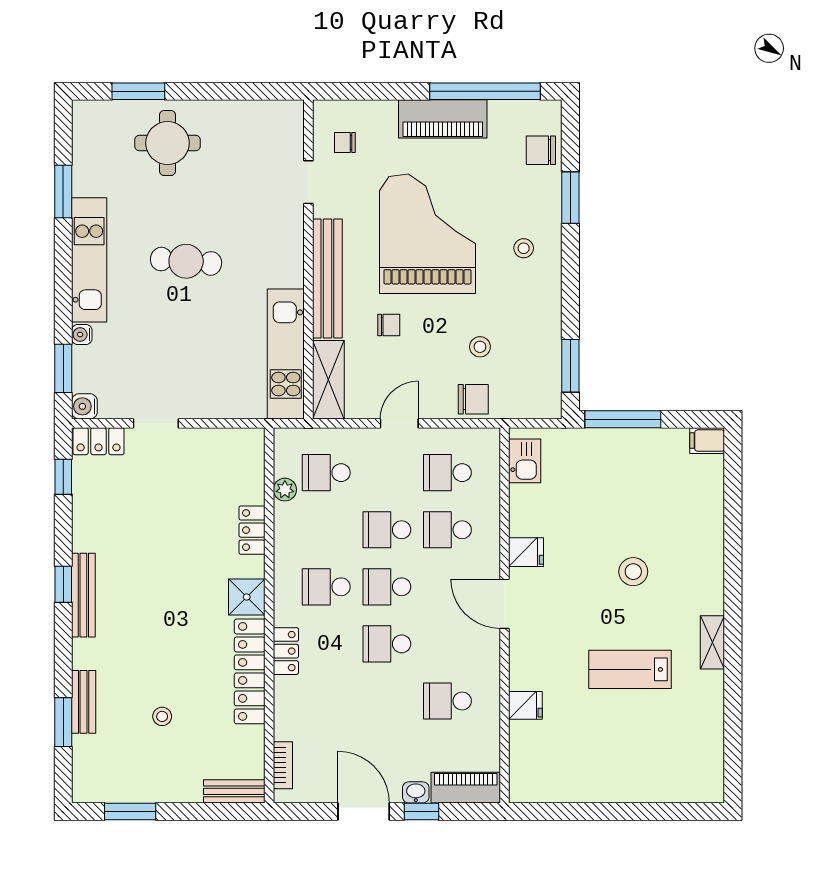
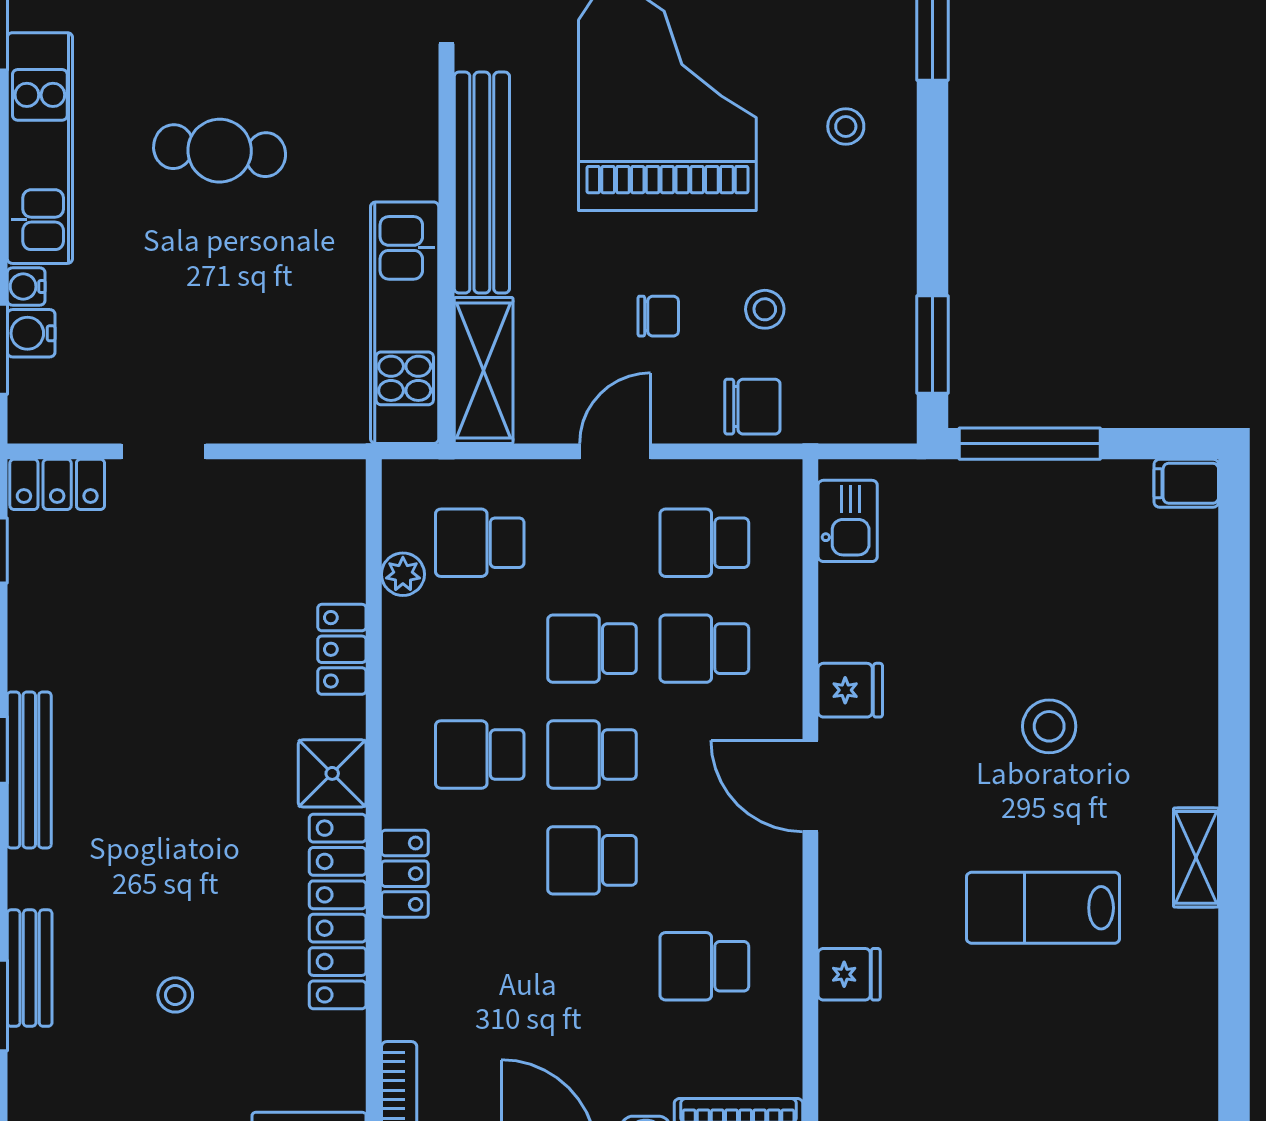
chair: (389, 325) -> (658, 316), moved
water cooler: (84, 406) -> (31, 333), moved

